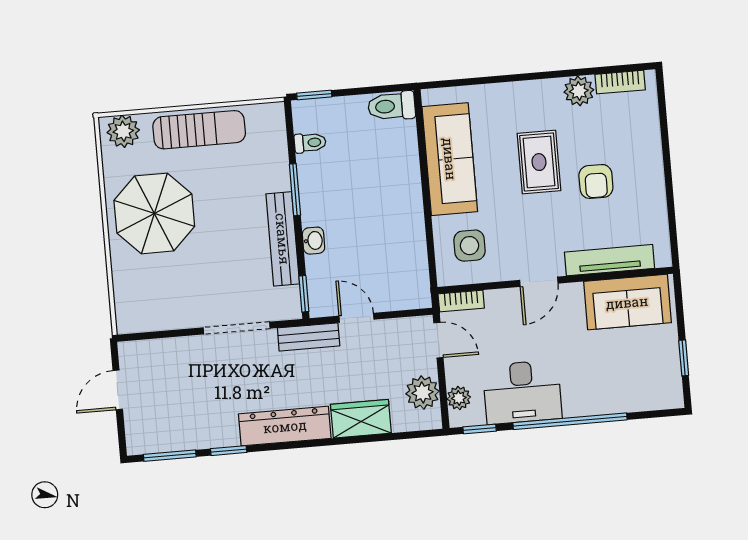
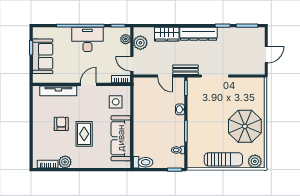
sun lounger: (199, 130) -> (223, 159), turned 180
bench: (283, 239) -> (193, 111), removed
sofa: (627, 302) -> (43, 56), moved, turned 90
desk: (522, 392) -> (87, 39), moved

